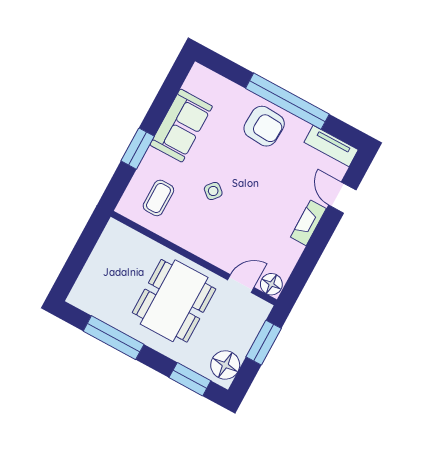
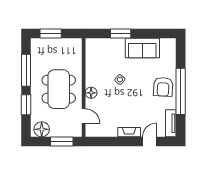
coffee table: (158, 198) -> (103, 56), removed
window: (75, 264) -> (51, 33), added
floor lamp: (271, 284) -> (91, 93), moved
dining table: (174, 301) -> (59, 89), turned 90
window: (190, 379) -> (26, 105), moved

